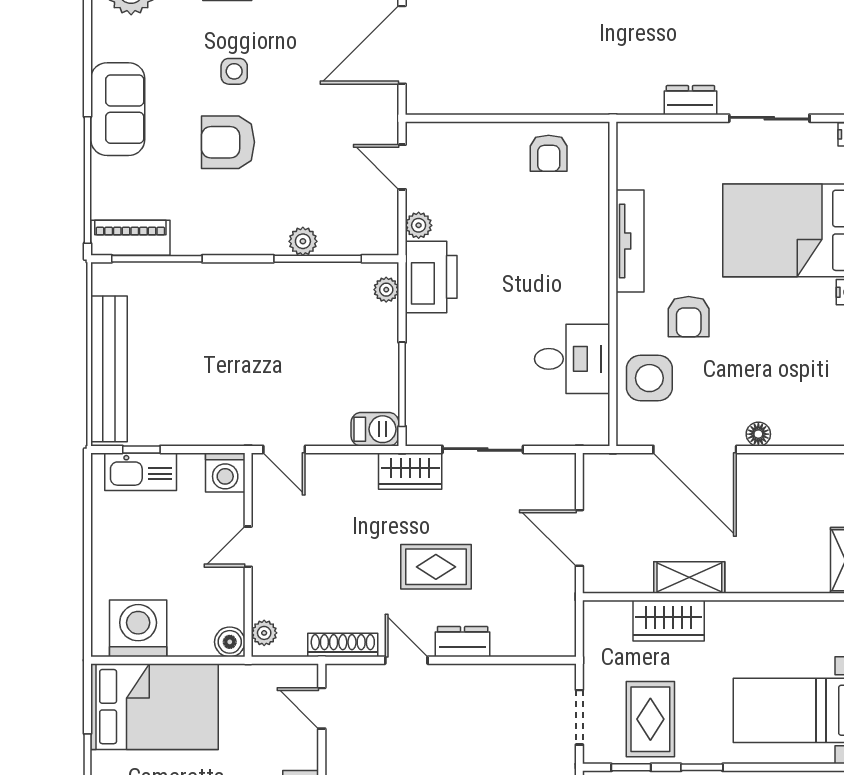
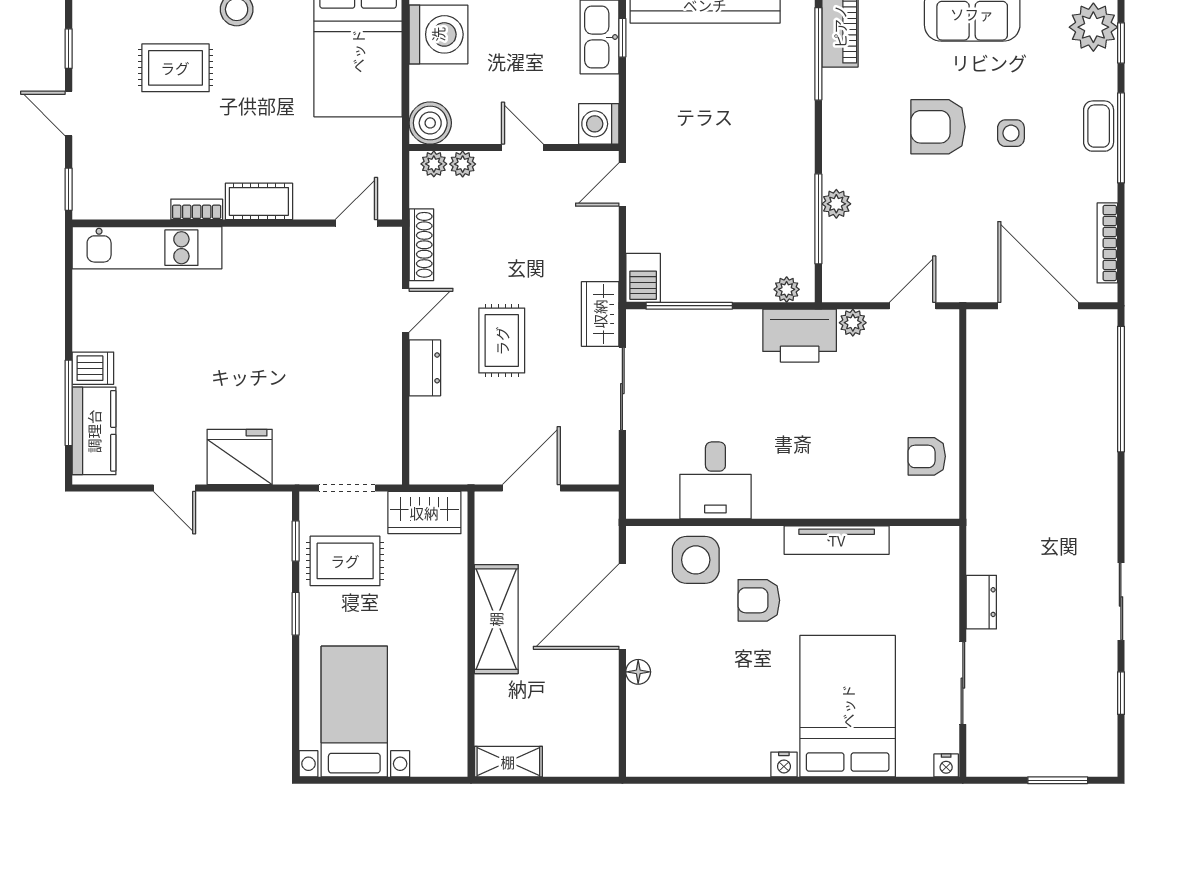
armchair: (228, 142) -> (938, 127), turned -90
shelving: (689, 577) -> (496, 619), width x1.50, depth x1.33
plant: (264, 605) -> (463, 164), added
wardrobe: (669, 621) -> (424, 513), moved, turned -90
boiler: (230, 642) -> (430, 123), width x1.36, depth x1.36

